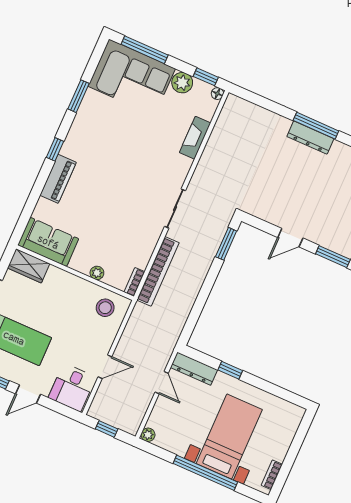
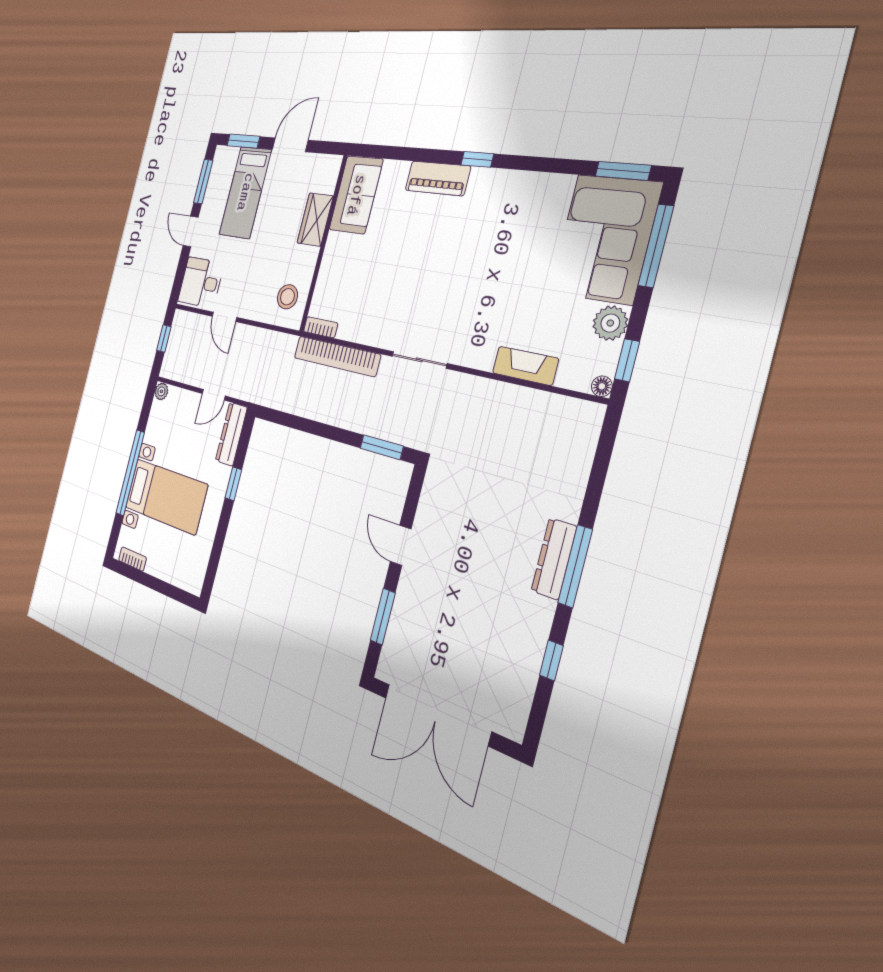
window: (79, 96) -> (623, 171), moved
wardrobe: (29, 266) -> (315, 220), moved
plant: (97, 273) -> (326, 273), removed

